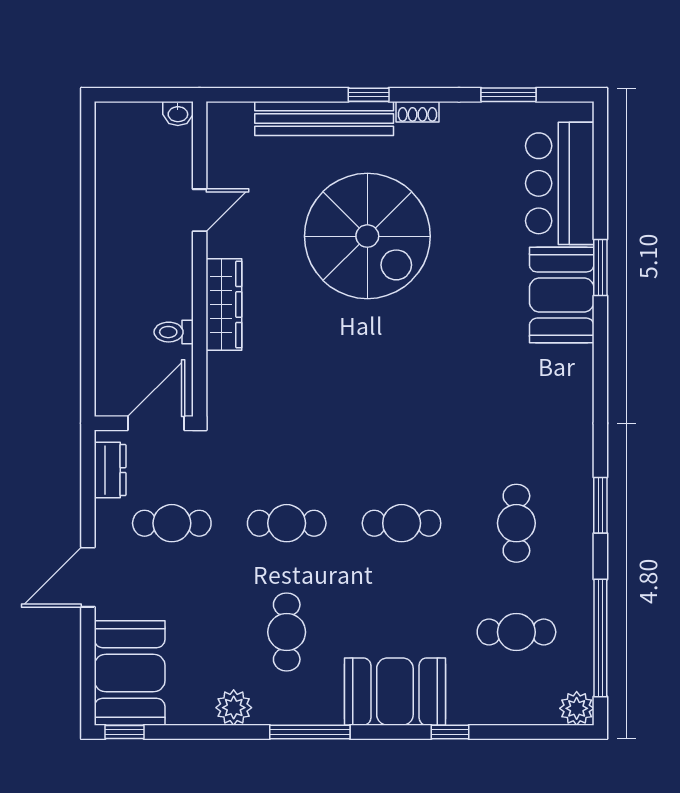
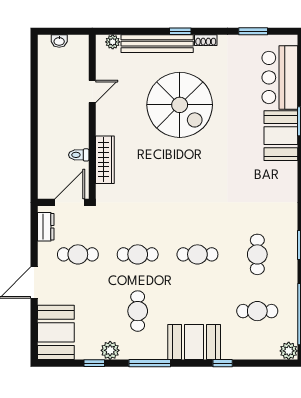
washbasin: (178, 113) -> (59, 41), moved
plant: (239, 115) -> (113, 42), added
wardrobe: (224, 305) -> (105, 160), moved
window: (125, 732) -> (94, 363), moved

